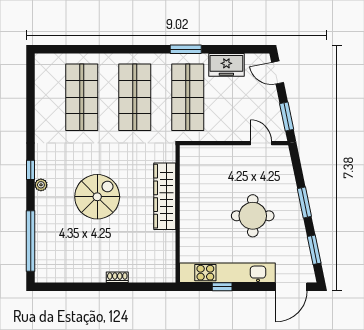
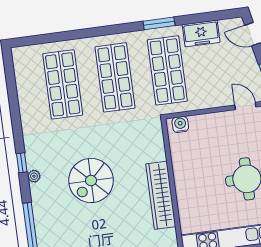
water cooler: (194, 153) -> (180, 124), added
wardrobe: (165, 196) -> (161, 195), moved
spiral stairs: (97, 197) -> (91, 181), turned 180

